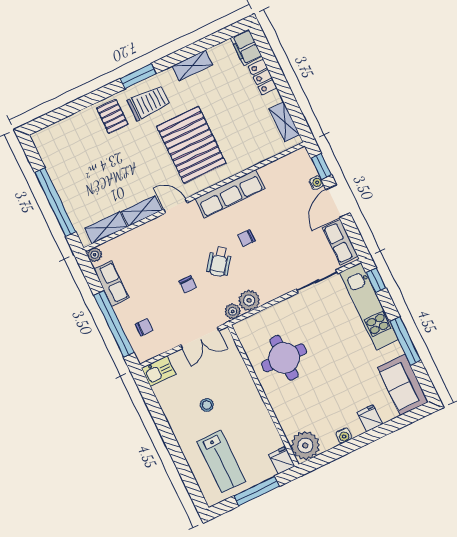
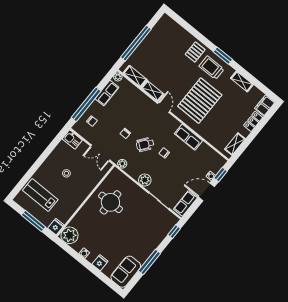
trolley: (149, 103) -> (211, 68), turned 180
row of seats: (230, 194) -> (188, 137), width x0.68
plant: (249, 300) -> (145, 180), moved
kitchen unit: (369, 306) -> (159, 234), removed
lab bench: (221, 461) -> (40, 195), turned 90

